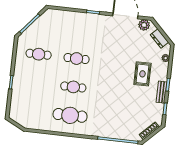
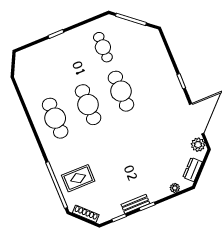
cafe table: (77, 59) -> (121, 91), width x1.37, depth x1.35
rug: (142, 74) -> (78, 178), moved
cafe table: (73, 87) -> (88, 105), width x1.37, depth x1.35

